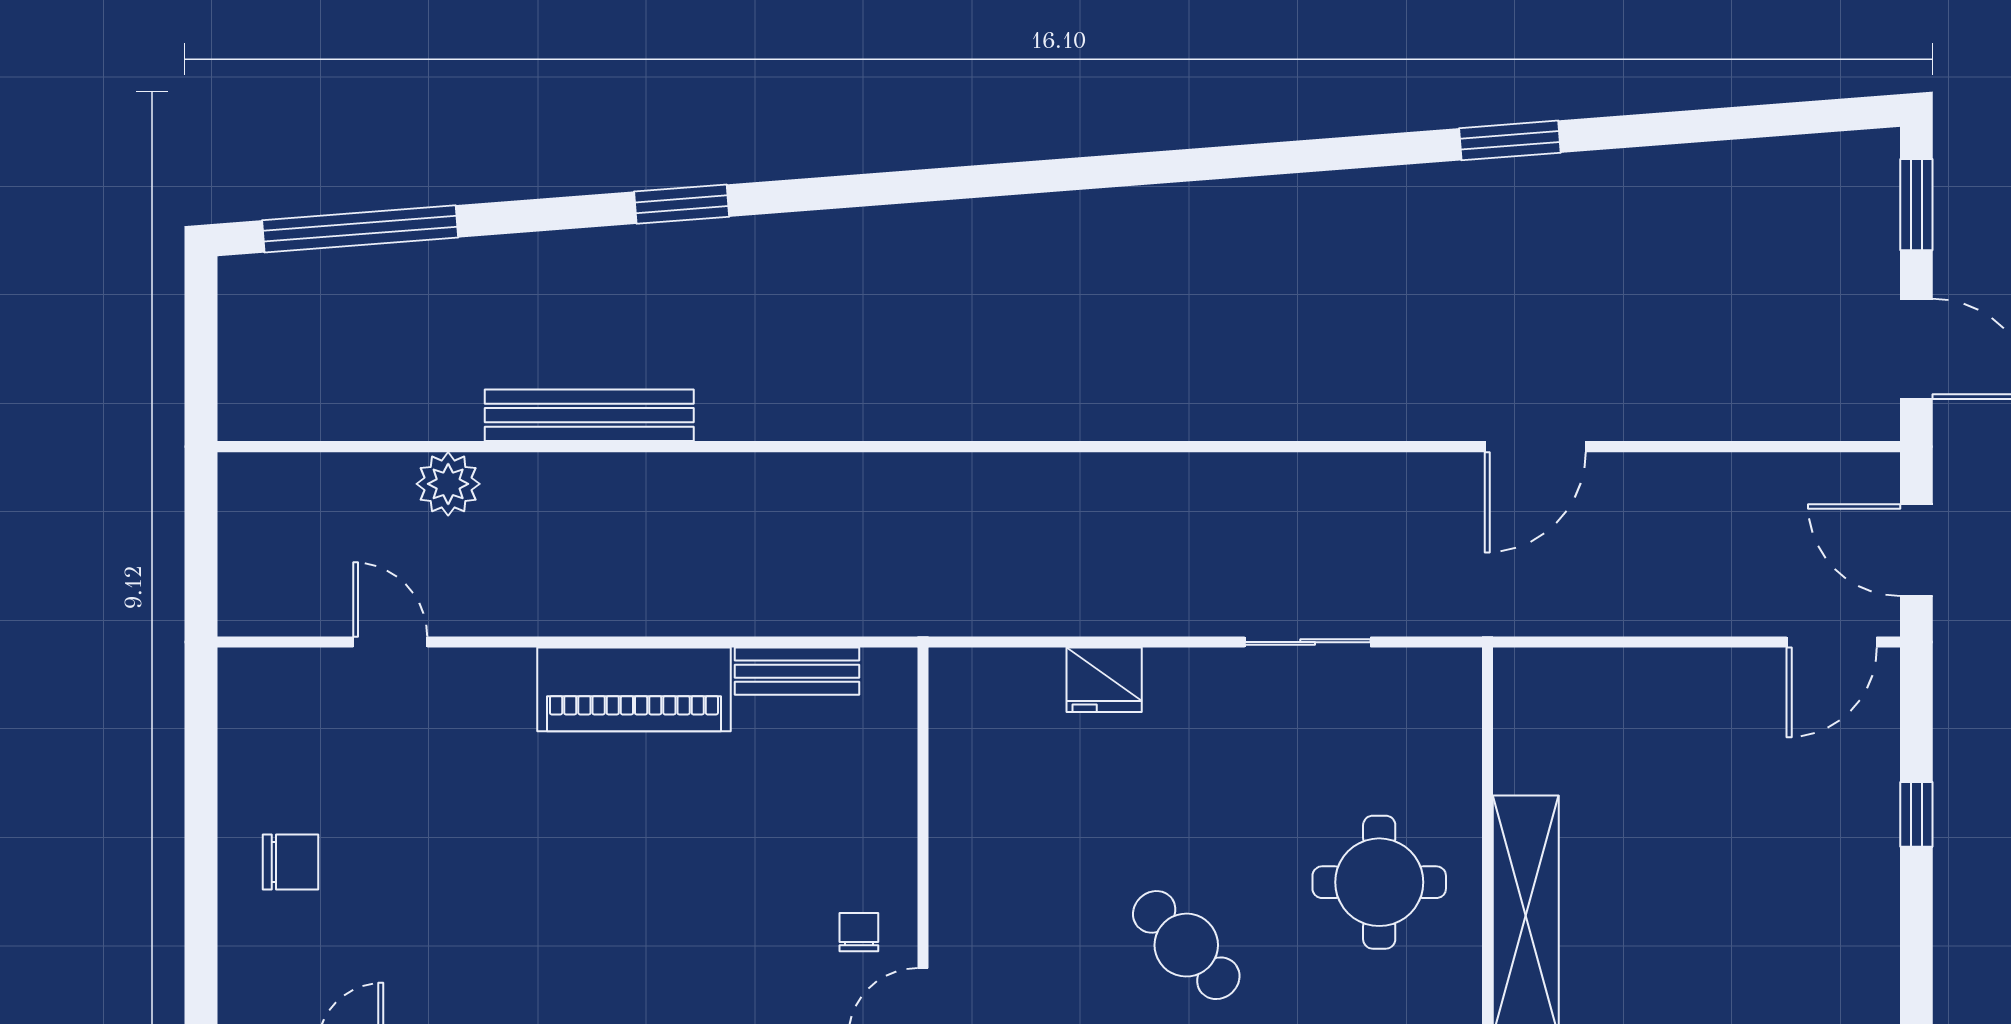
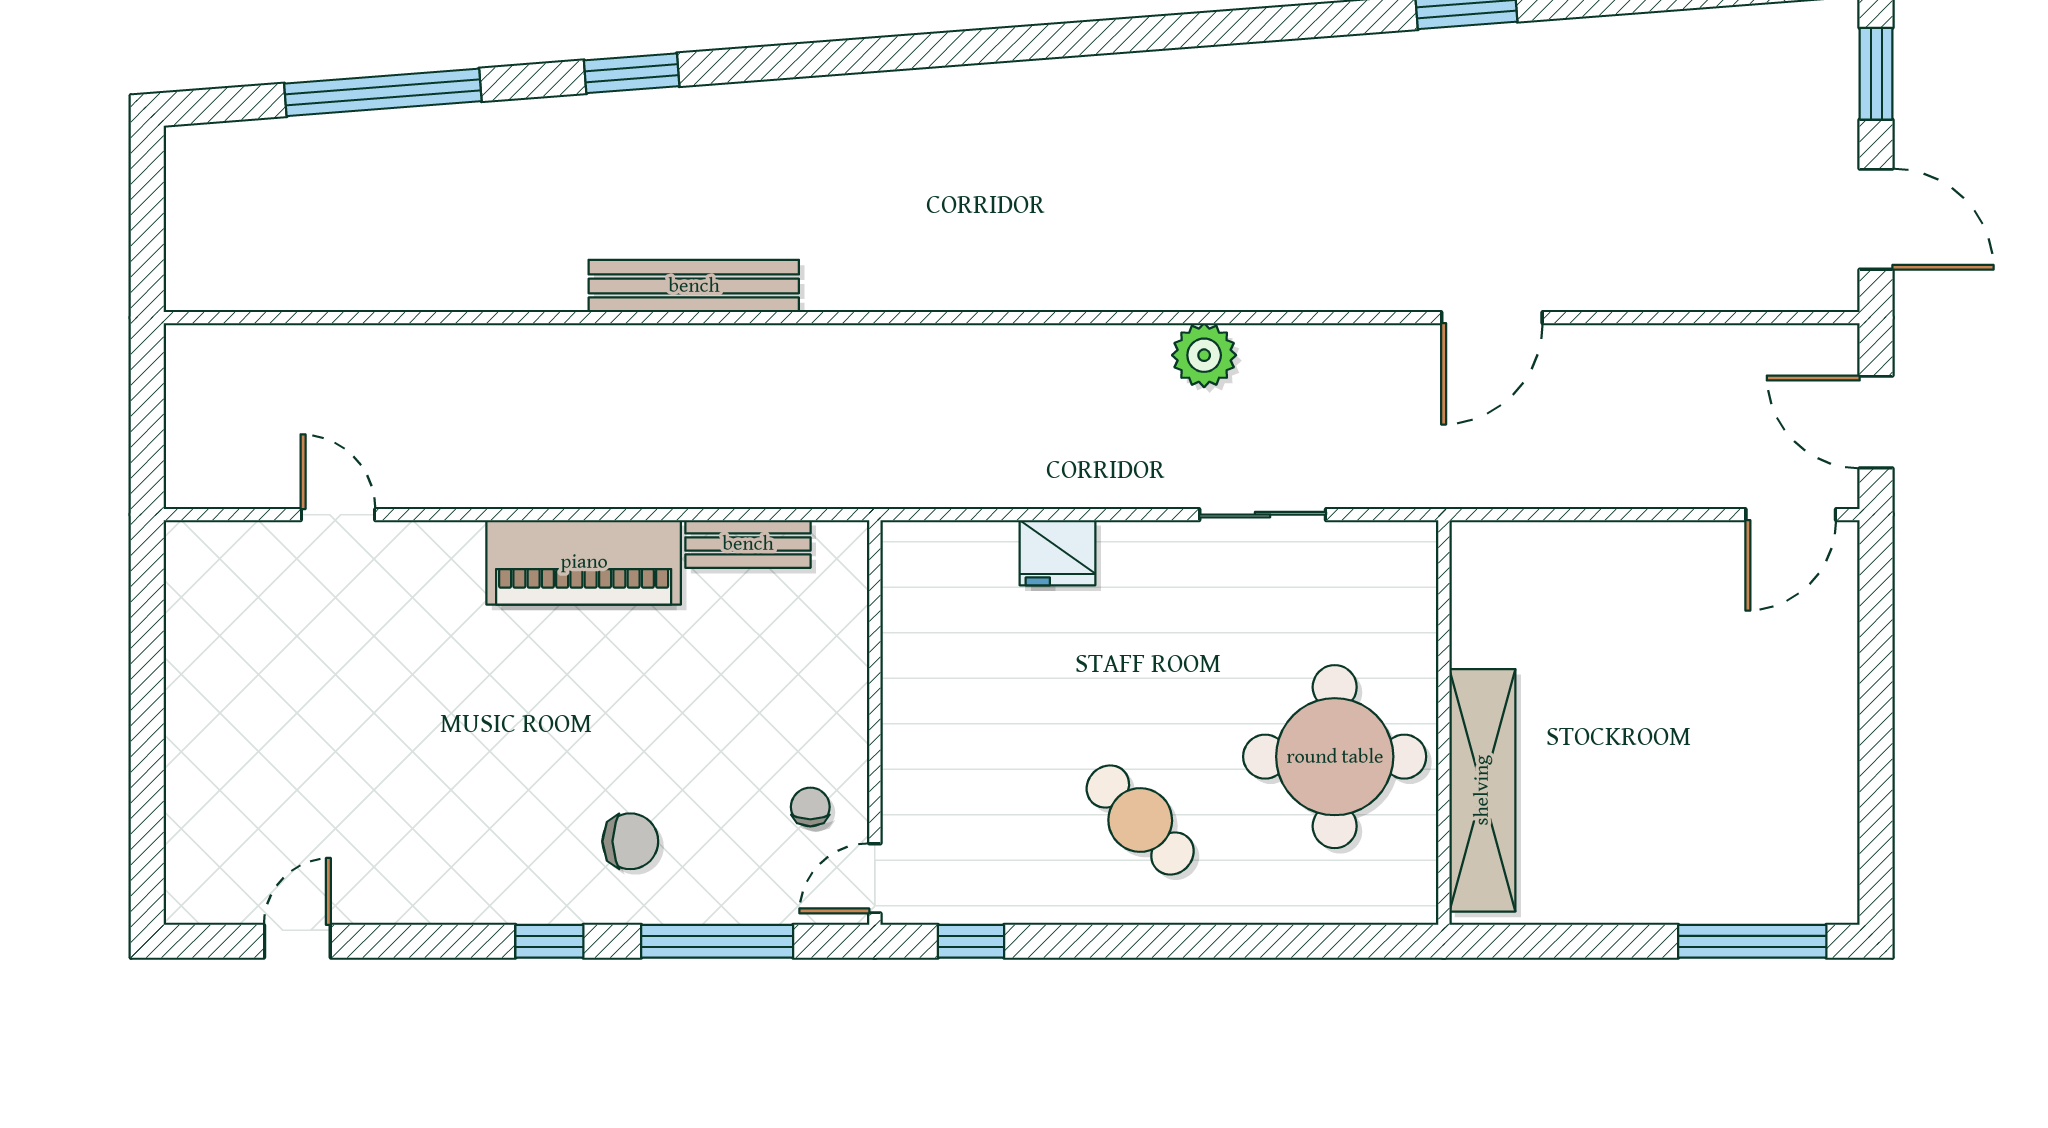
window: (360, 229) -> (383, 92), moved
bench: (589, 415) -> (694, 286), moved
plant: (448, 484) -> (1204, 355), moved
window: (1916, 814) -> (1876, 688), removed
chair: (291, 862) -> (630, 841), moved
round table: (1379, 882) -> (1335, 757), width x1.36, depth x1.36

